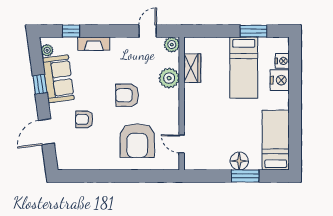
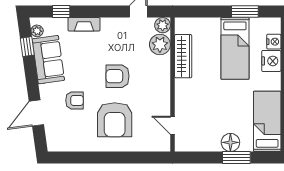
wardrobe: (192, 68) -> (183, 56), width x1.50
plant: (169, 78) -> (160, 44), moved
window: (40, 84) -> (27, 47), moved
armchair: (84, 119) -> (75, 100), turned 180
armchair: (137, 141) -> (115, 120), moved

